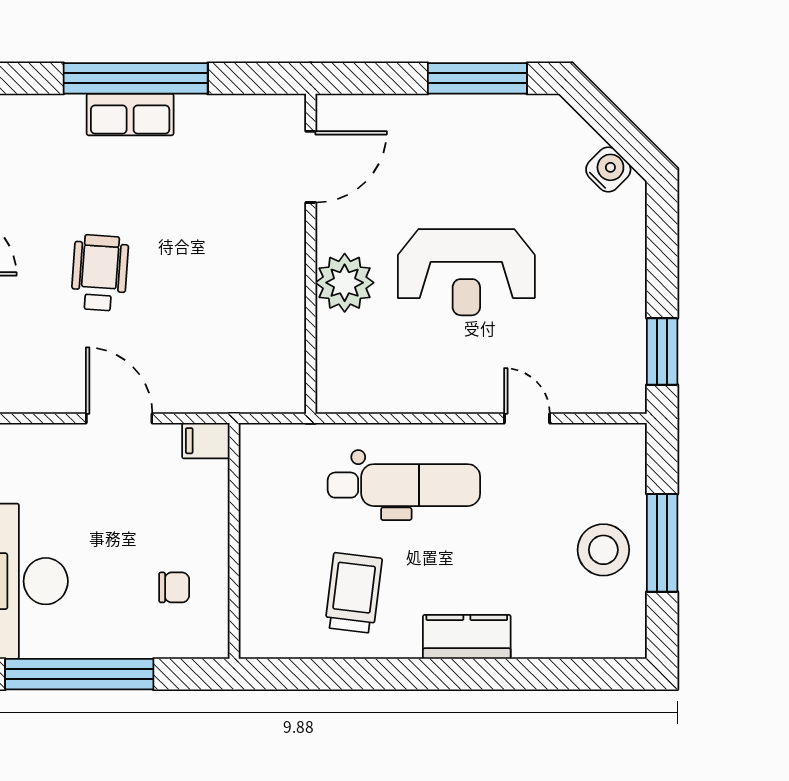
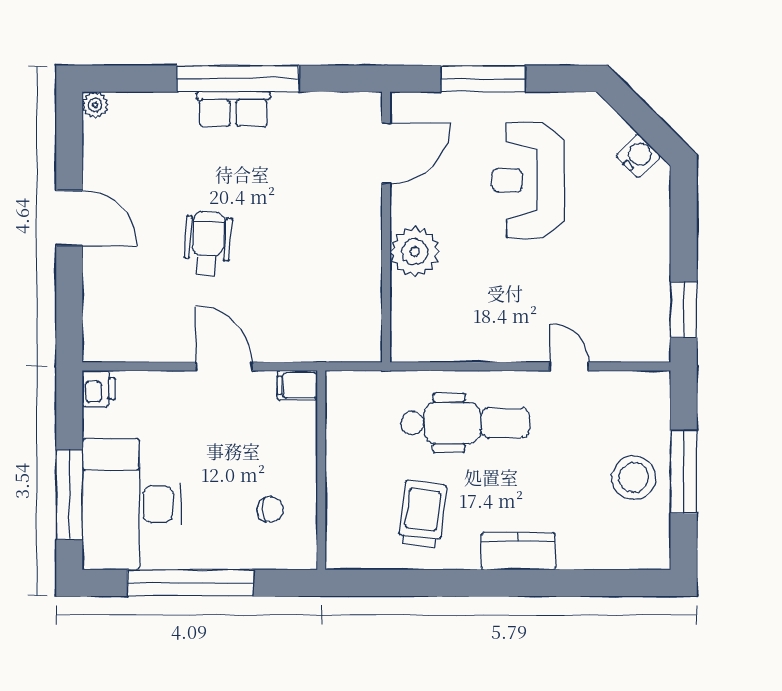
window: (477, 78) -> (483, 79), moved
reception desk: (466, 272) -> (528, 180), moved, turned 90

